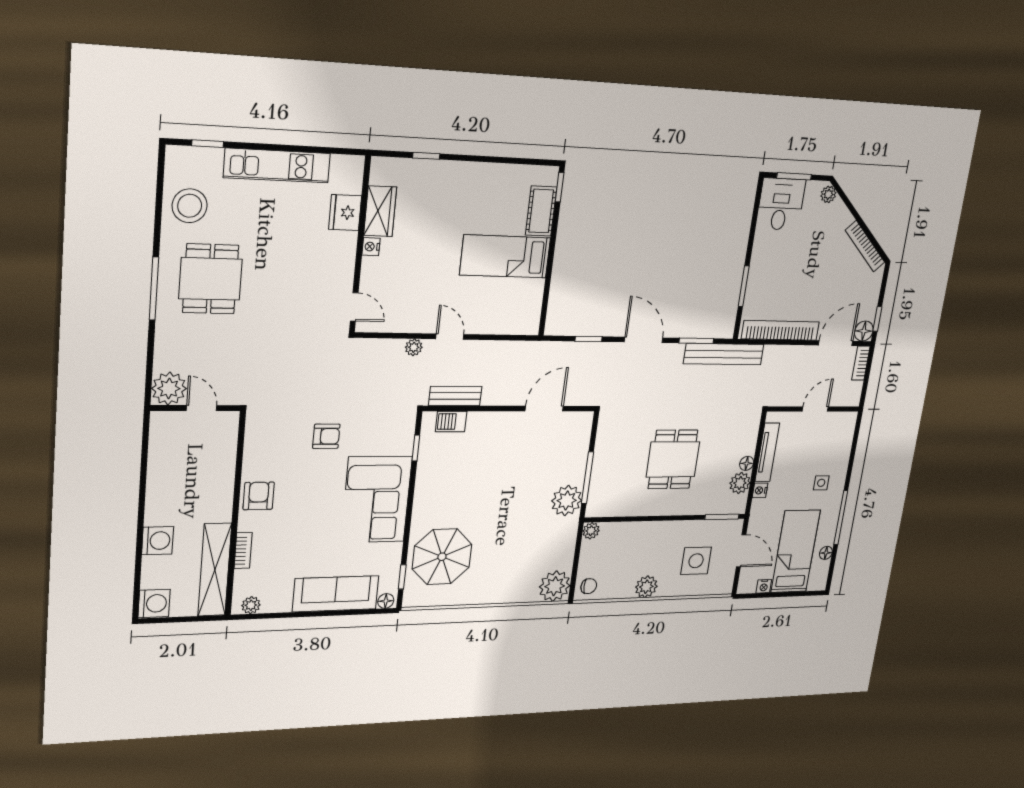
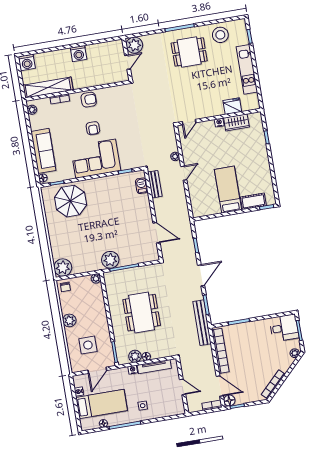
armchair: (326, 436) -> (93, 128), moved
dining table: (673, 459) -> (142, 313), width x1.38
washing machine: (158, 541) -> (79, 54), moved

